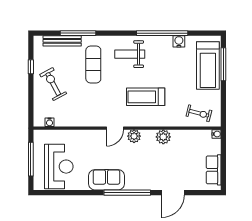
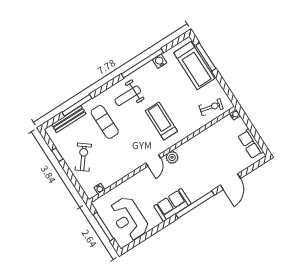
exercise bike: (53, 84) -> (83, 157), turned 66
treadmill: (146, 97) -> (161, 121), turned 90
plant: (163, 137) -> (195, 143), removed
reception desk: (59, 167) -> (129, 218), turned 180

